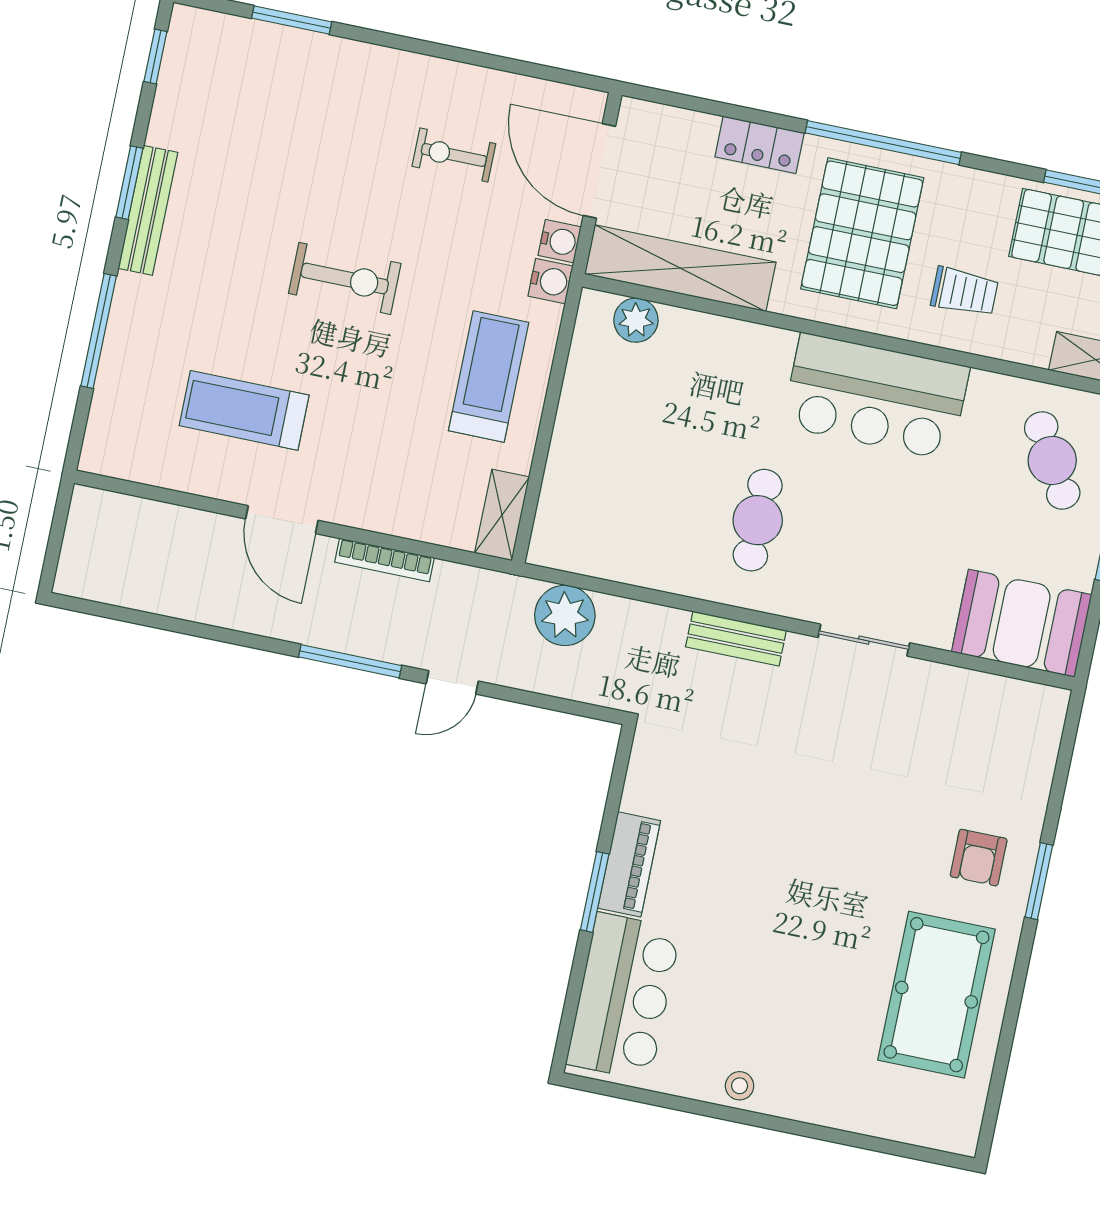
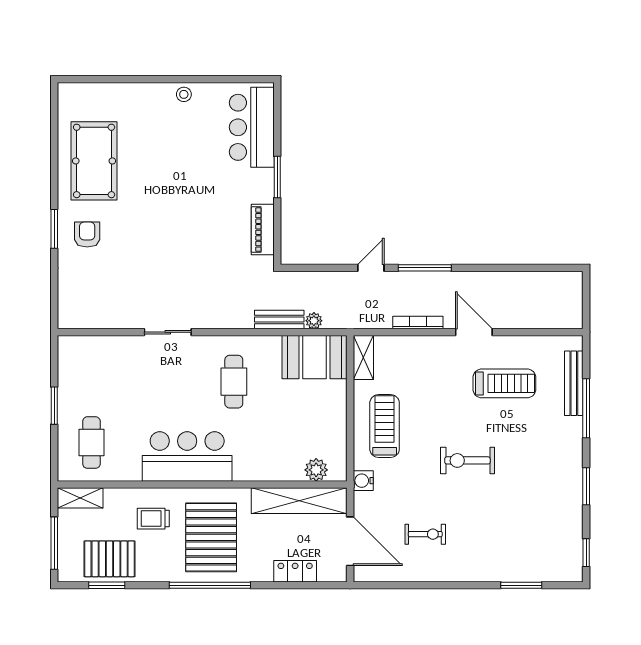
locker: (760, 145) -> (295, 571), moved
bench: (148, 210) -> (574, 383), moved
water cooler: (560, 241) -> (363, 502), removed
treadmill: (489, 376) -> (385, 426), turned 180
cafe table: (1052, 460) -> (91, 443), turned 30
plant: (565, 615) -> (314, 321), width x0.53, depth x0.53
booth: (1022, 623) -> (314, 357), moved
bench: (736, 639) -> (279, 320), moved
piano: (629, 864) -> (263, 230), moved

